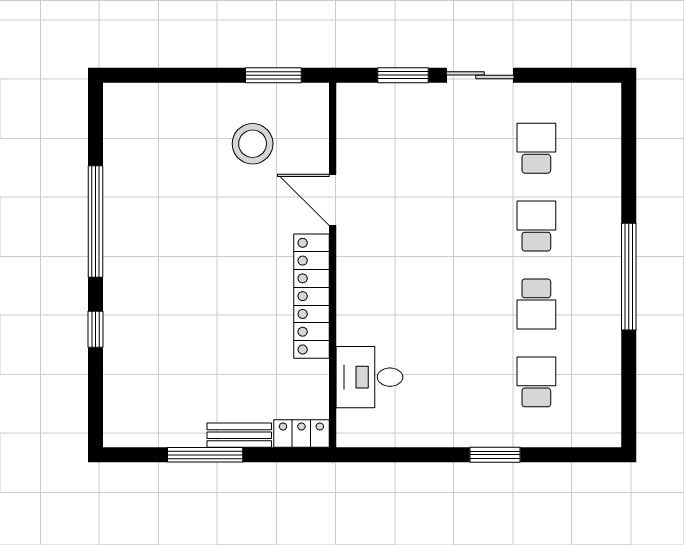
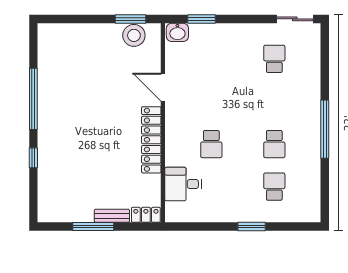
sliding door: (480, 75) -> (295, 19), moved
washbasin: (359, 100) -> (177, 32), added
stool: (253, 144) -> (134, 35), moved
school desk: (536, 226) -> (211, 144), moved, turned 180

